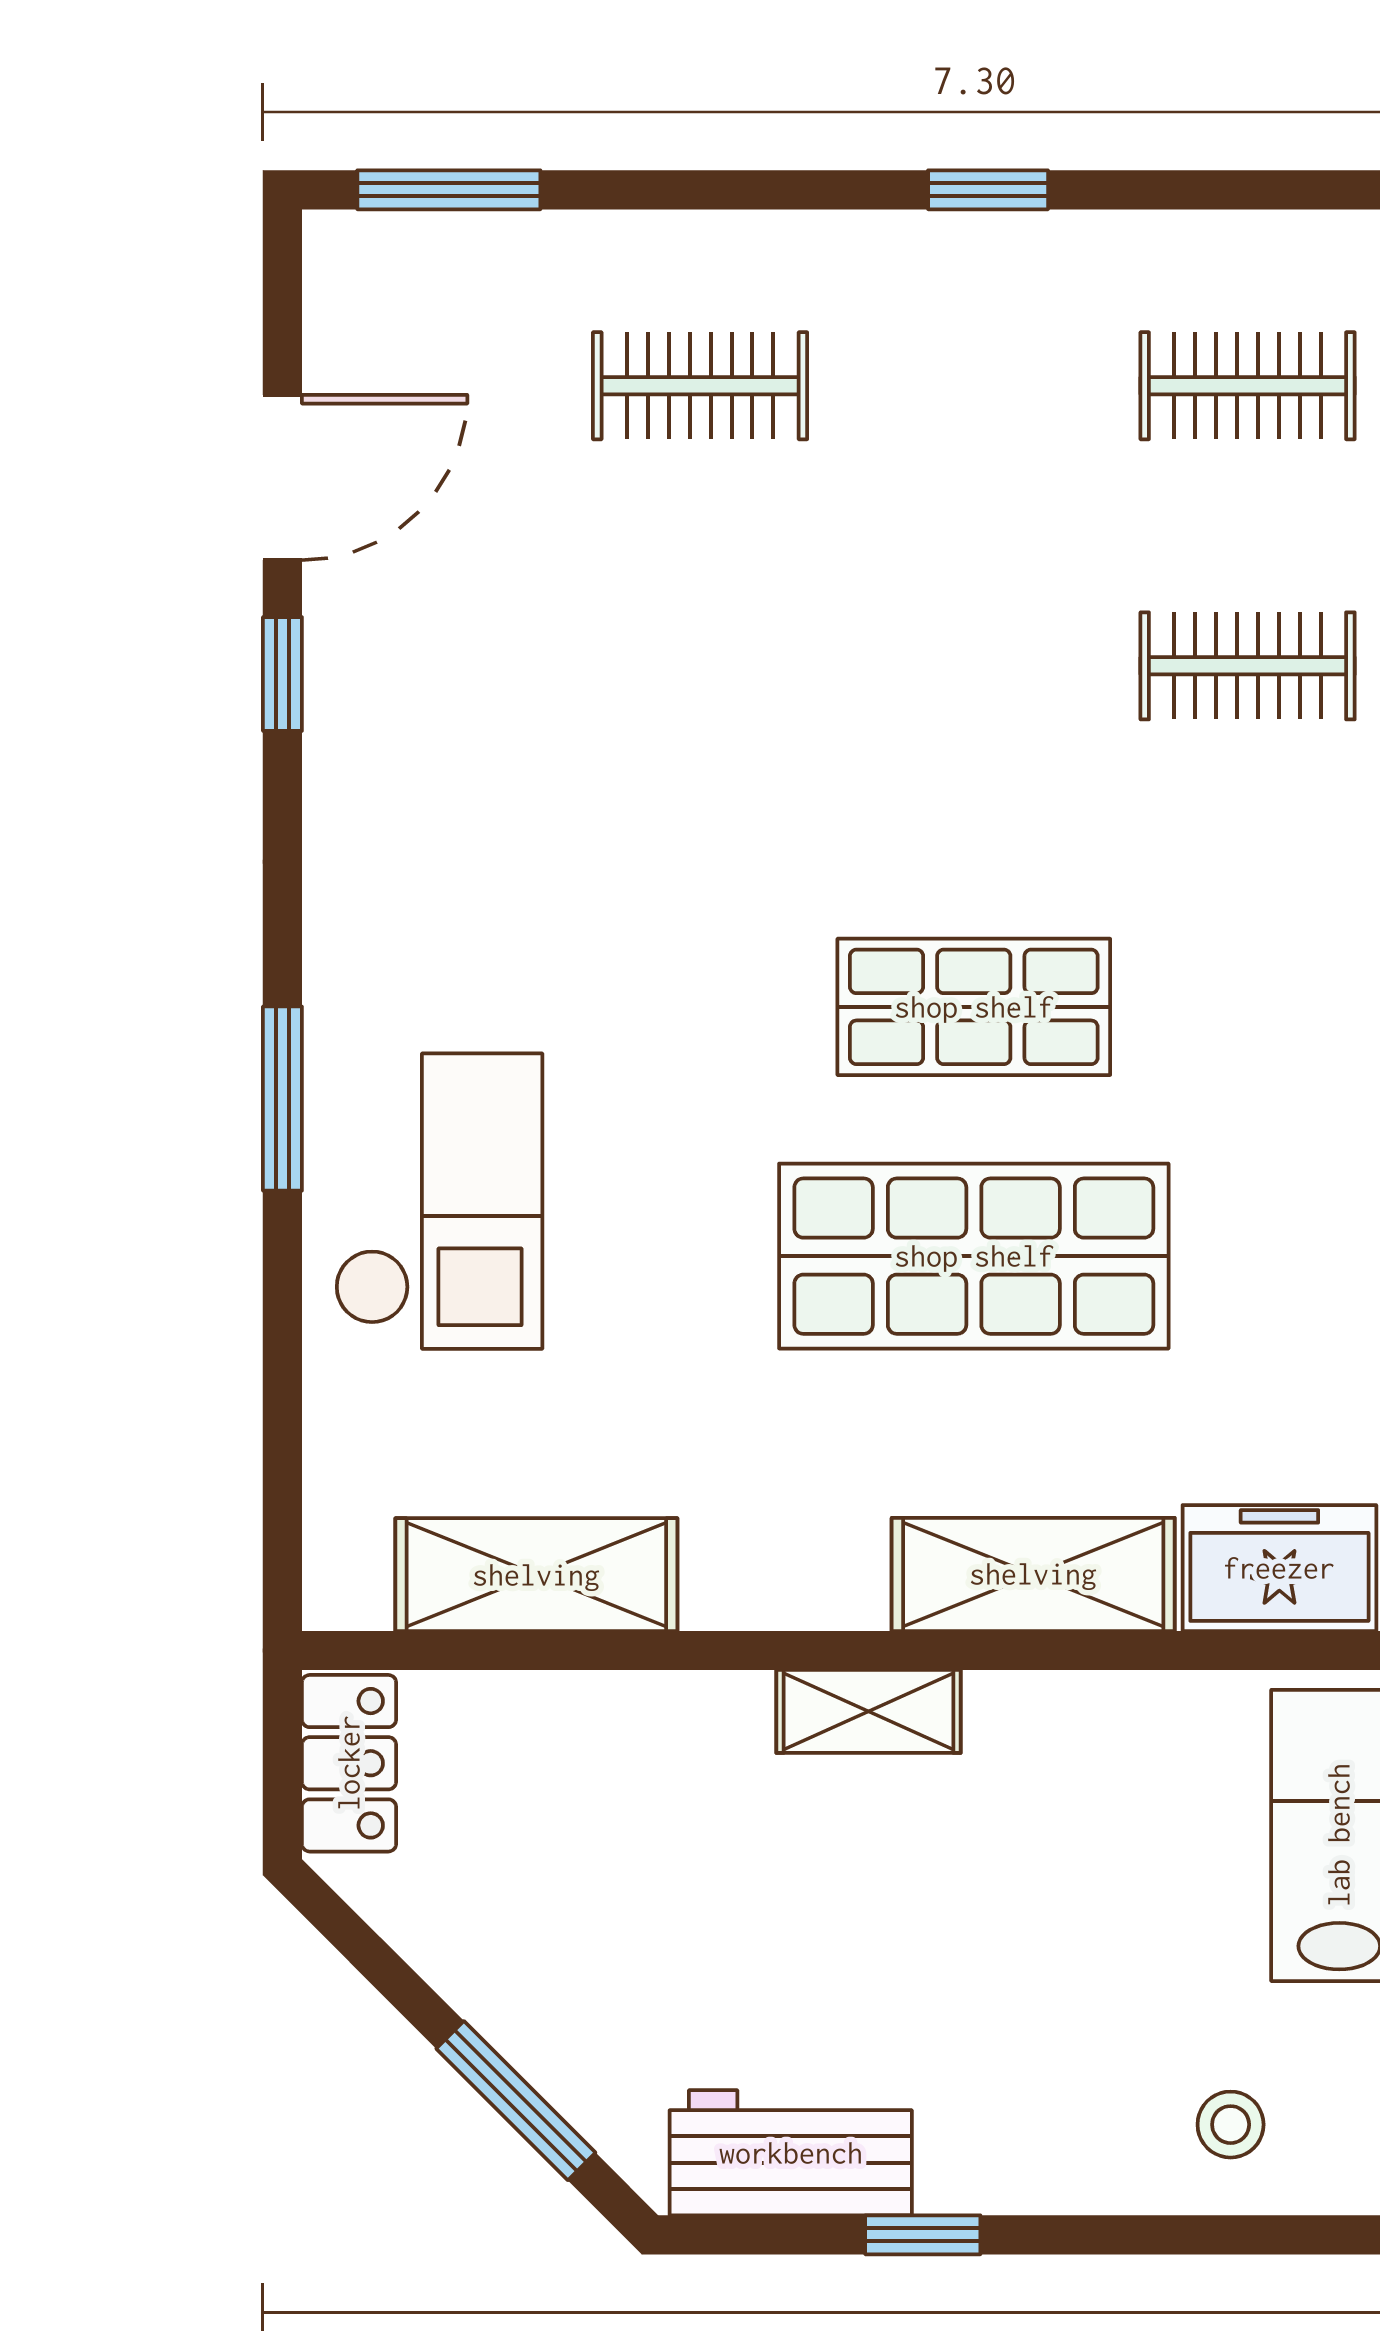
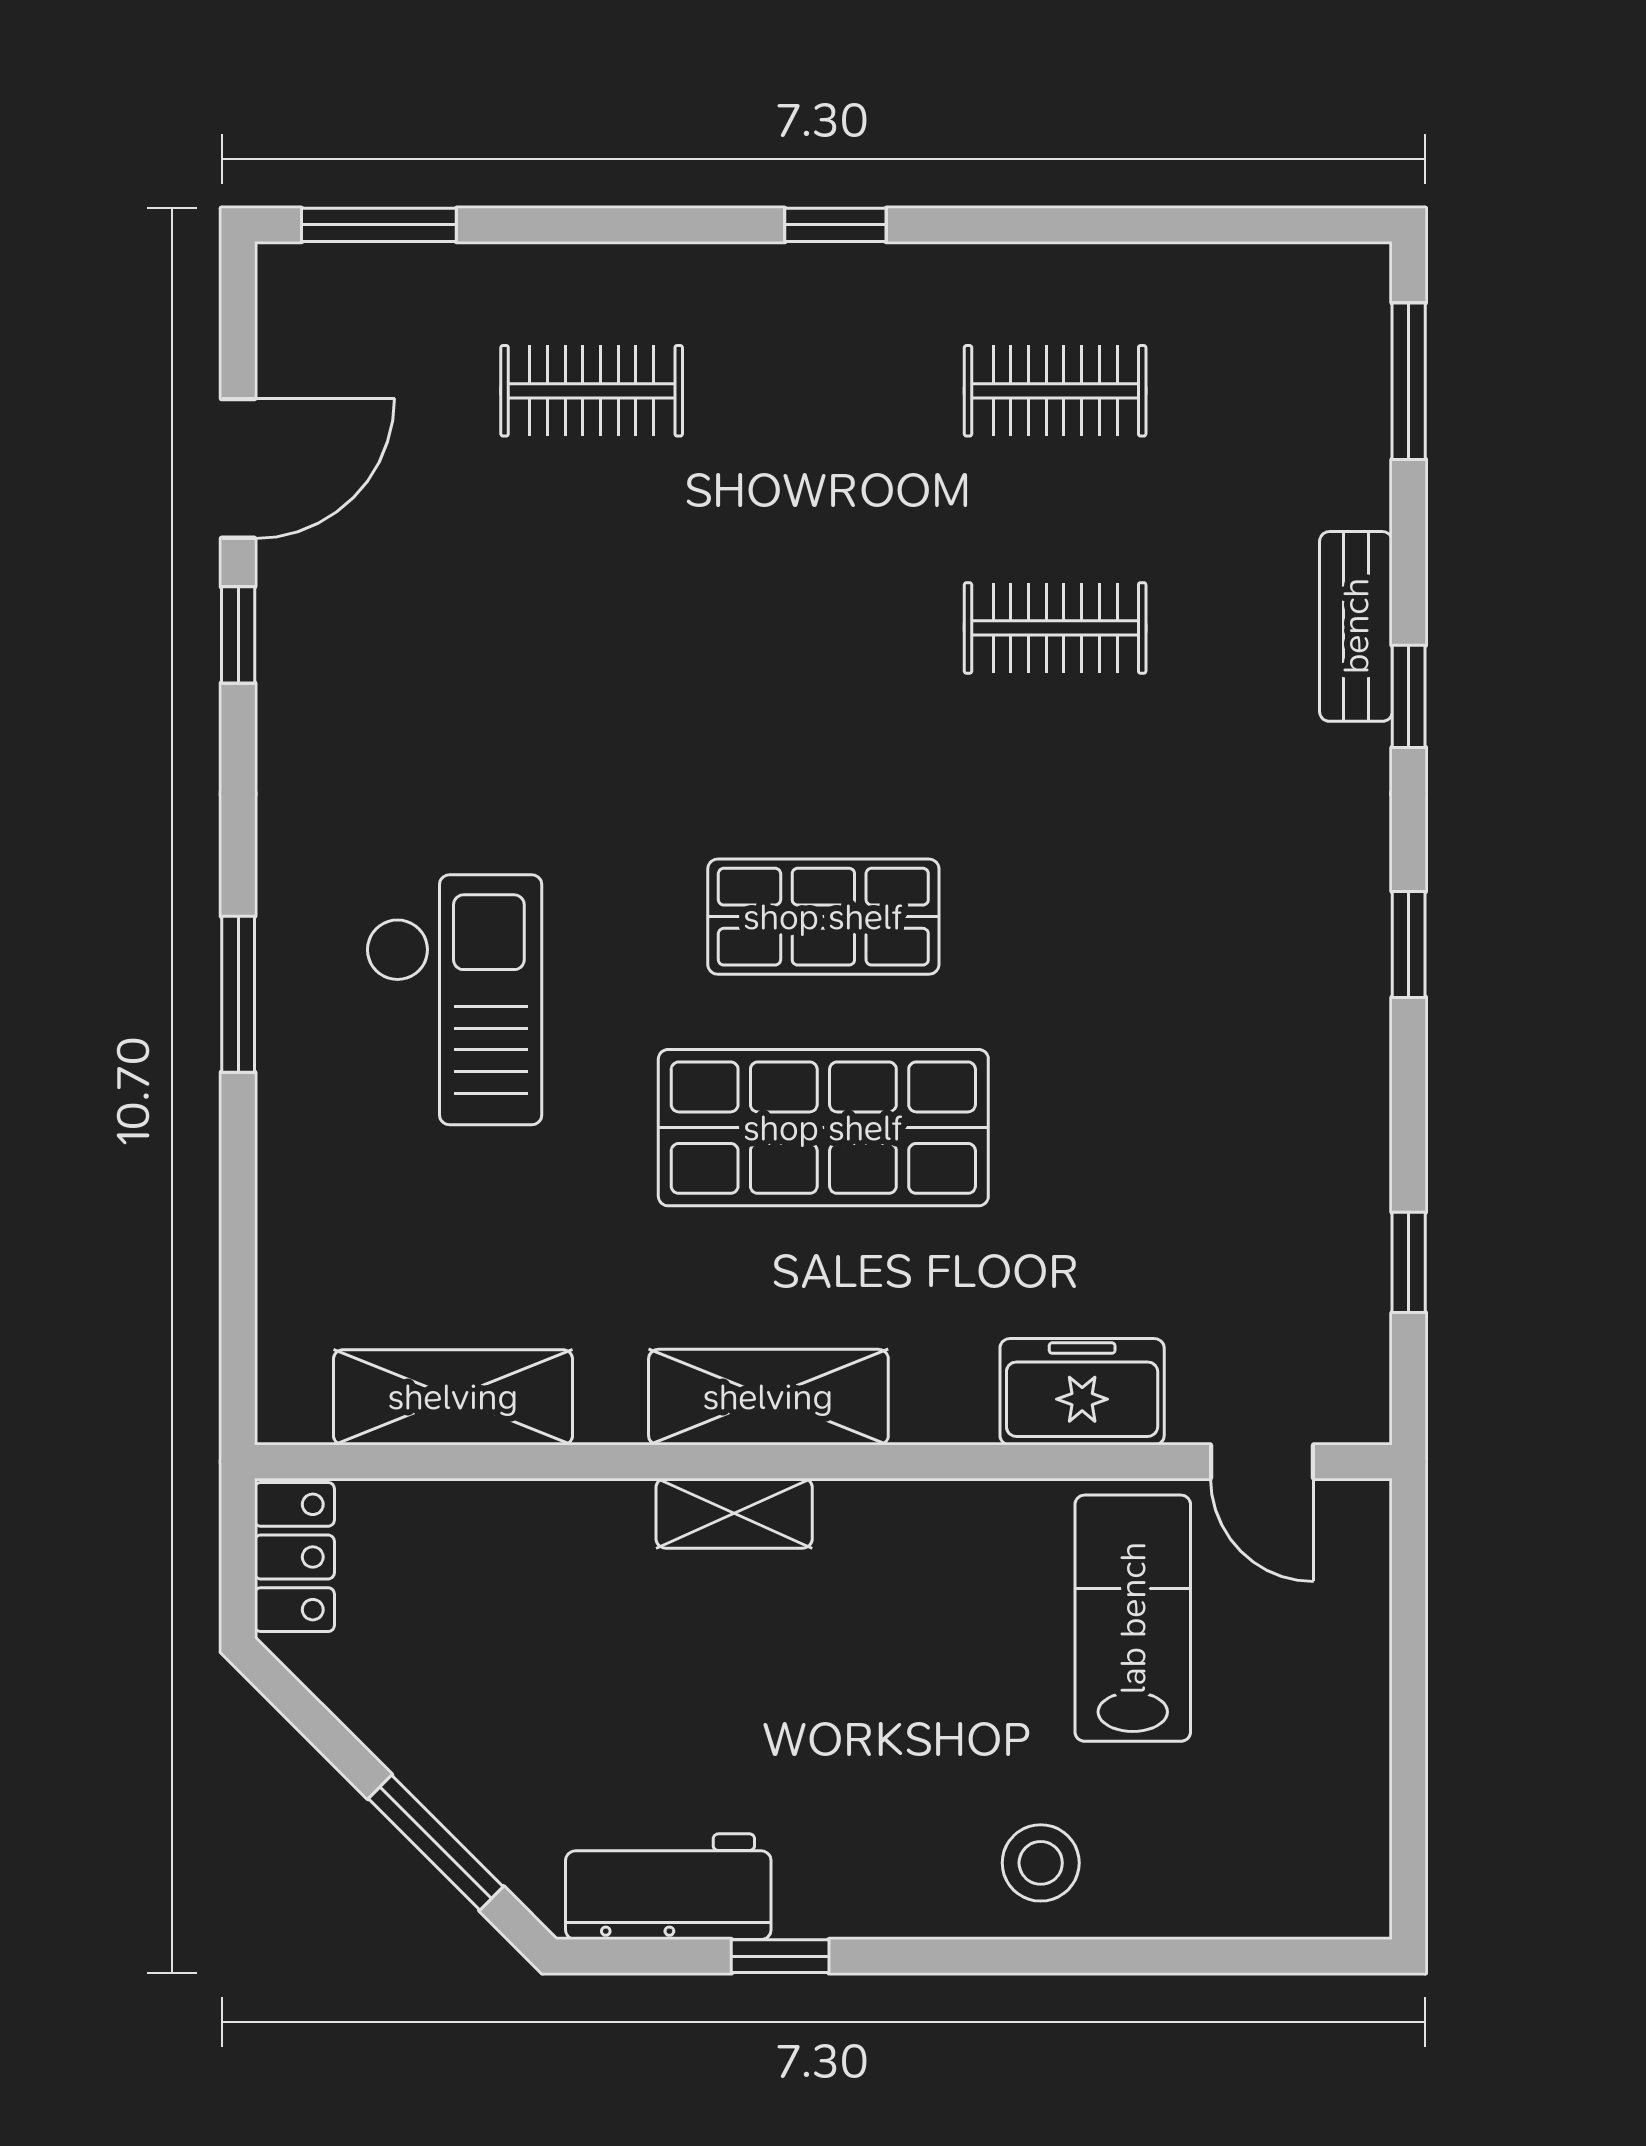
checkout: (438, 1201) -> (454, 1000), moved
shelving: (1033, 1574) -> (768, 1397), moved
stool: (1231, 2125) -> (1041, 1863), width x1.37, depth x1.37

